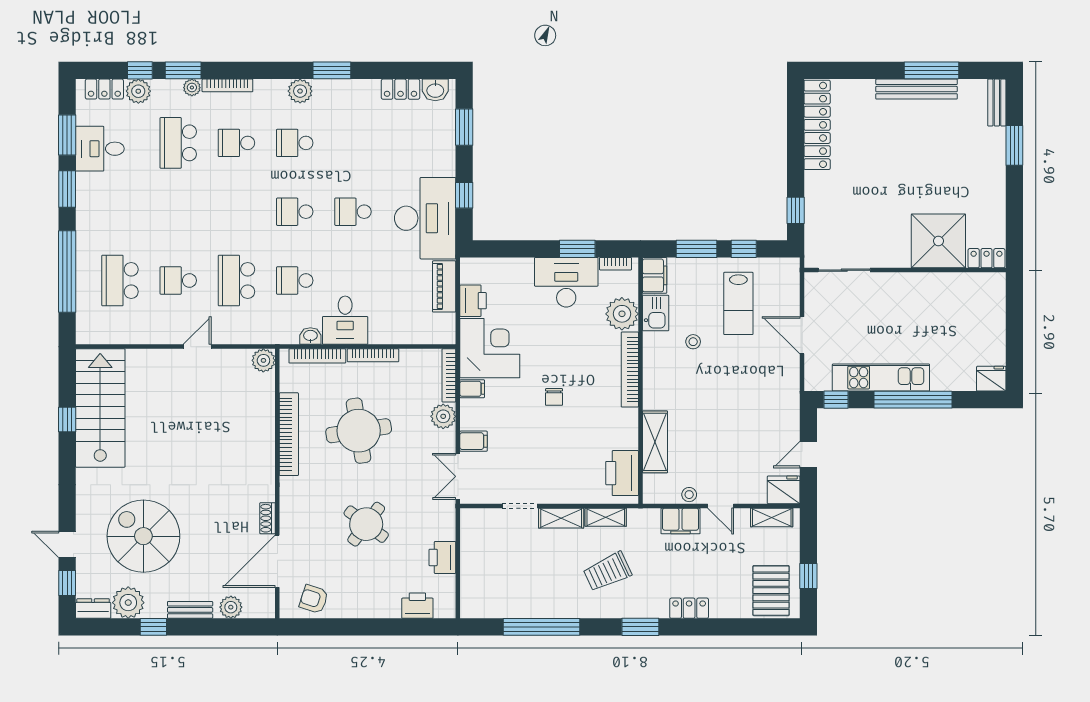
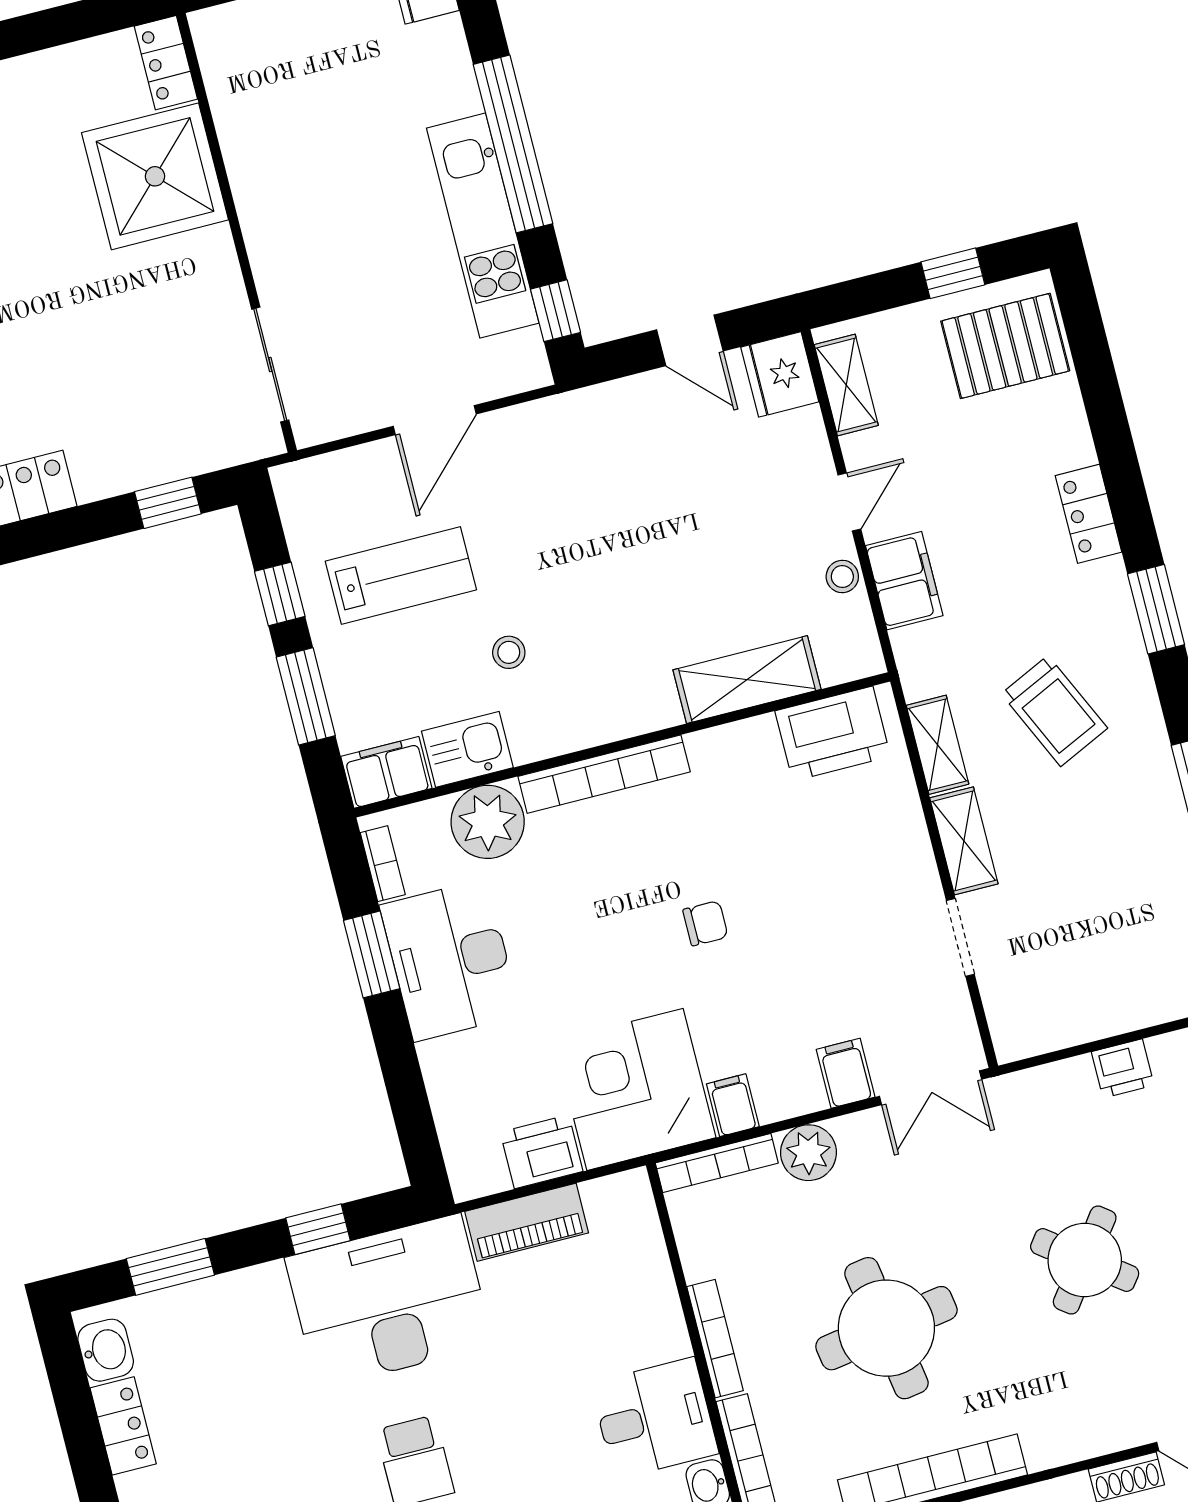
printer: (442, 557) -> (1123, 1068), width x0.73, depth x0.81

